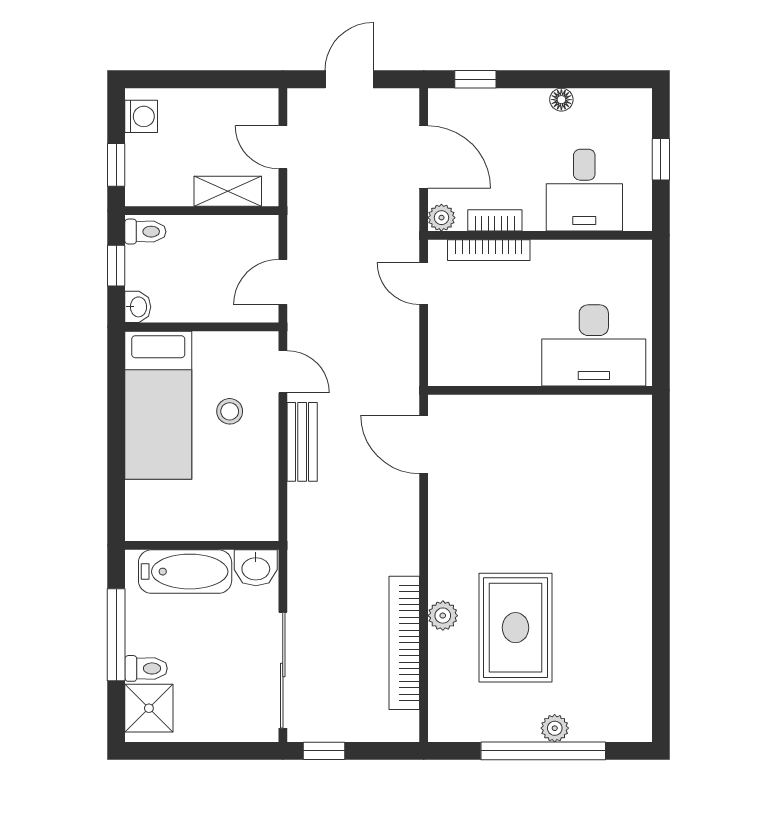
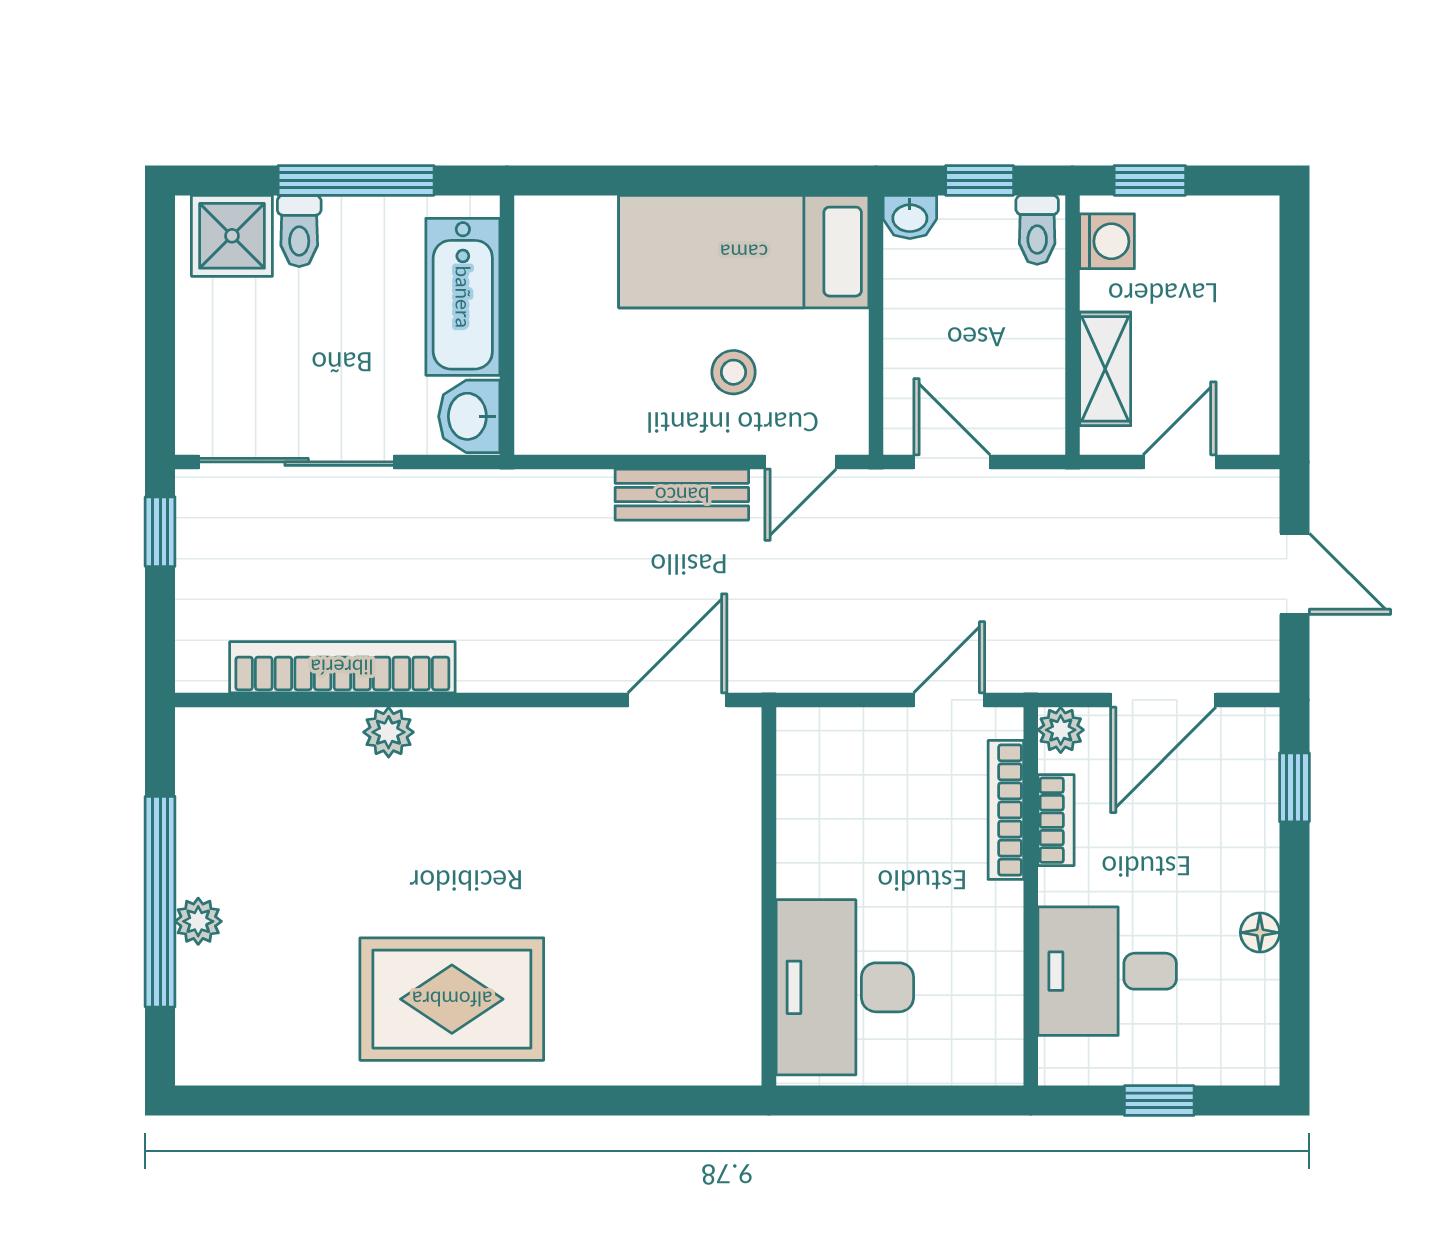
washing machine: (141, 116) -> (1107, 241), moved, turned -90
rug: (516, 628) -> (452, 999), moved

